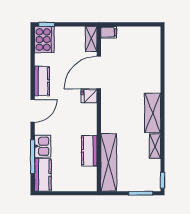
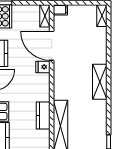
door: (99, 73) -> (52, 46), hinge flipped
shelving: (155, 146) -> (102, 16), moved

